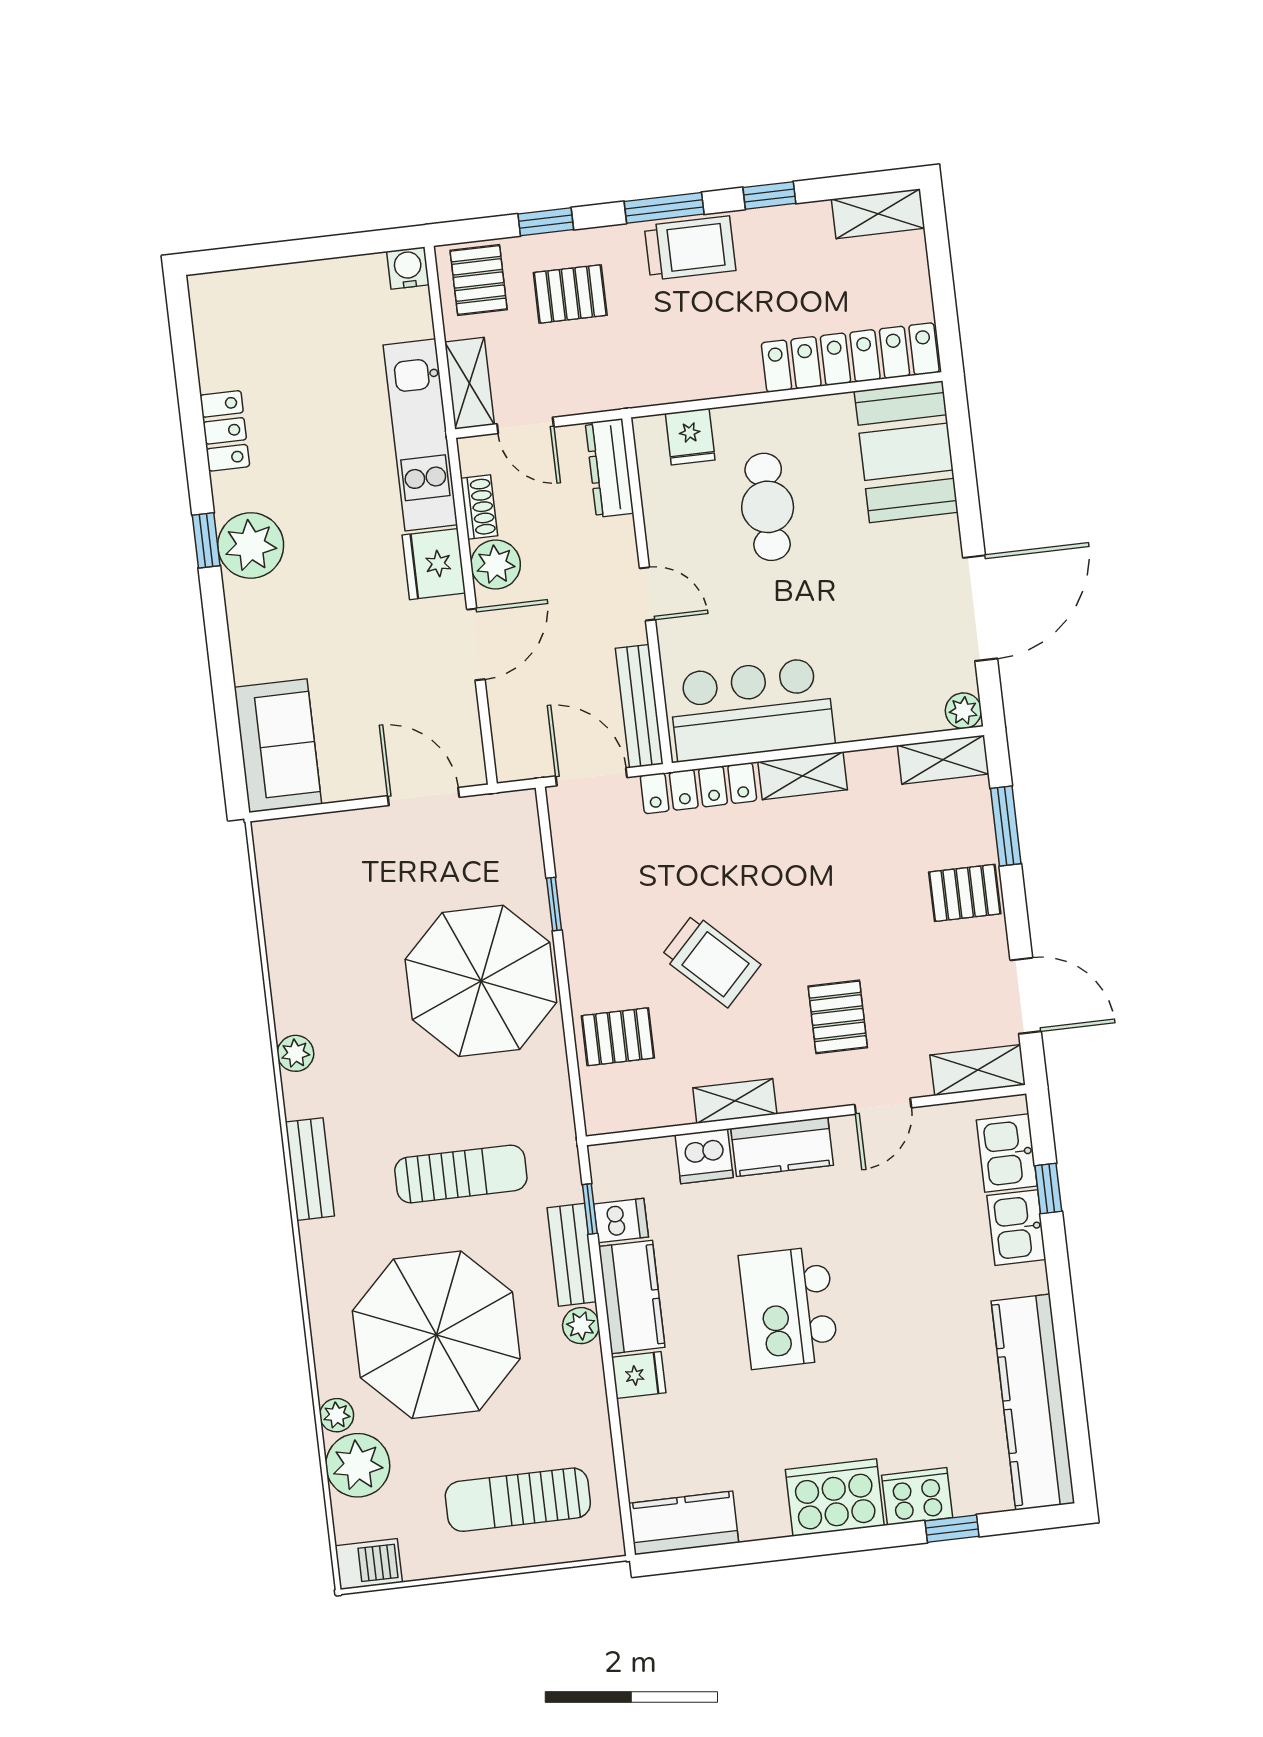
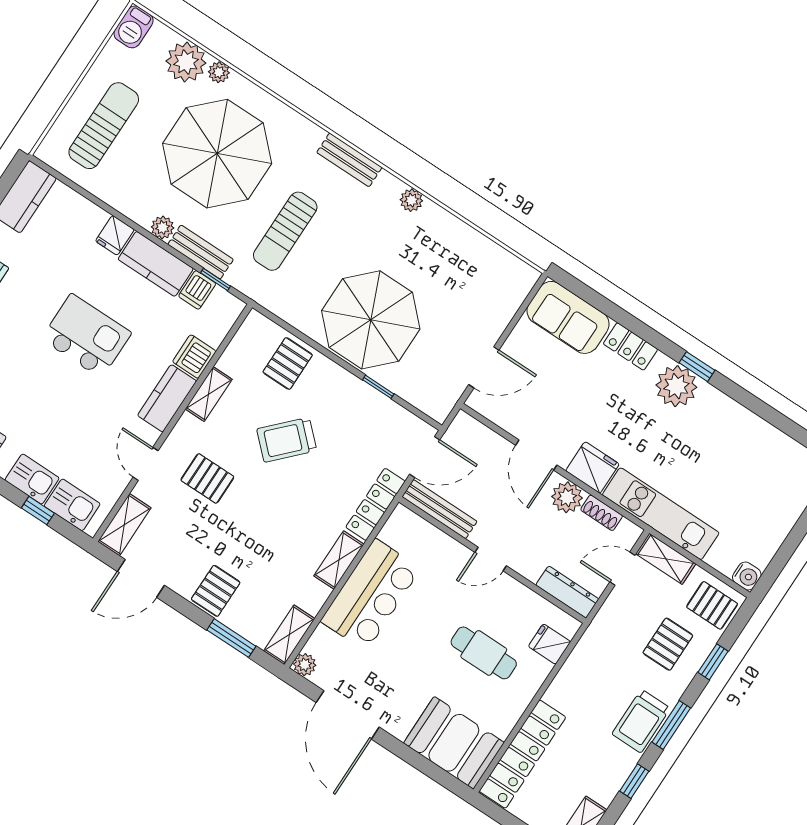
locker: (225, 431) -> (630, 346), moved
bar counter: (752, 709) -> (371, 595), moved

